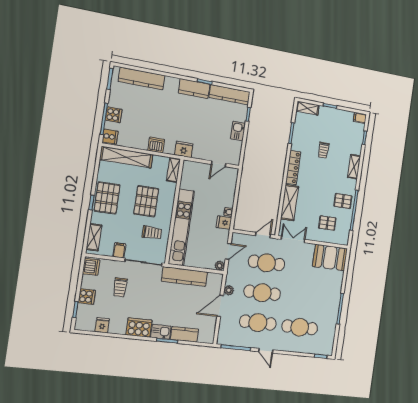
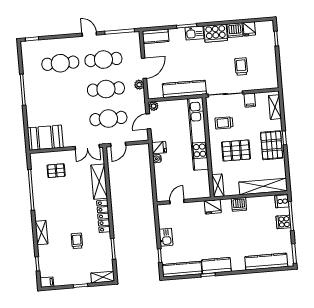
pallet: (146, 201) -> (236, 150), turned 90
pallet: (343, 201) -> (45, 196), removed
dishwasher: (91, 267) -> (235, 30), moved, turned -90
cooker: (87, 297) -> (269, 52), removed
kitchen counter: (184, 334) -> (156, 36), moved

